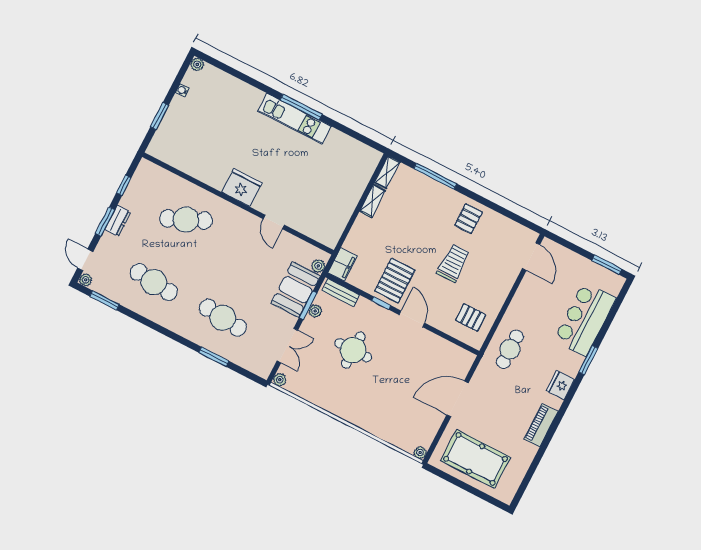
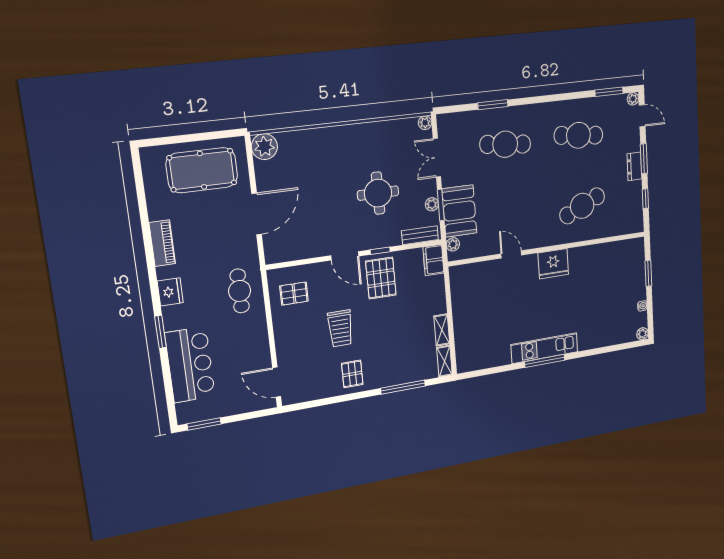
plant: (420, 453) -> (264, 147), width x1.87, depth x1.87

